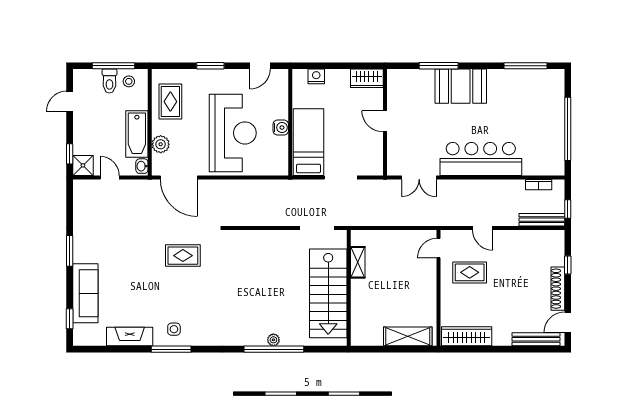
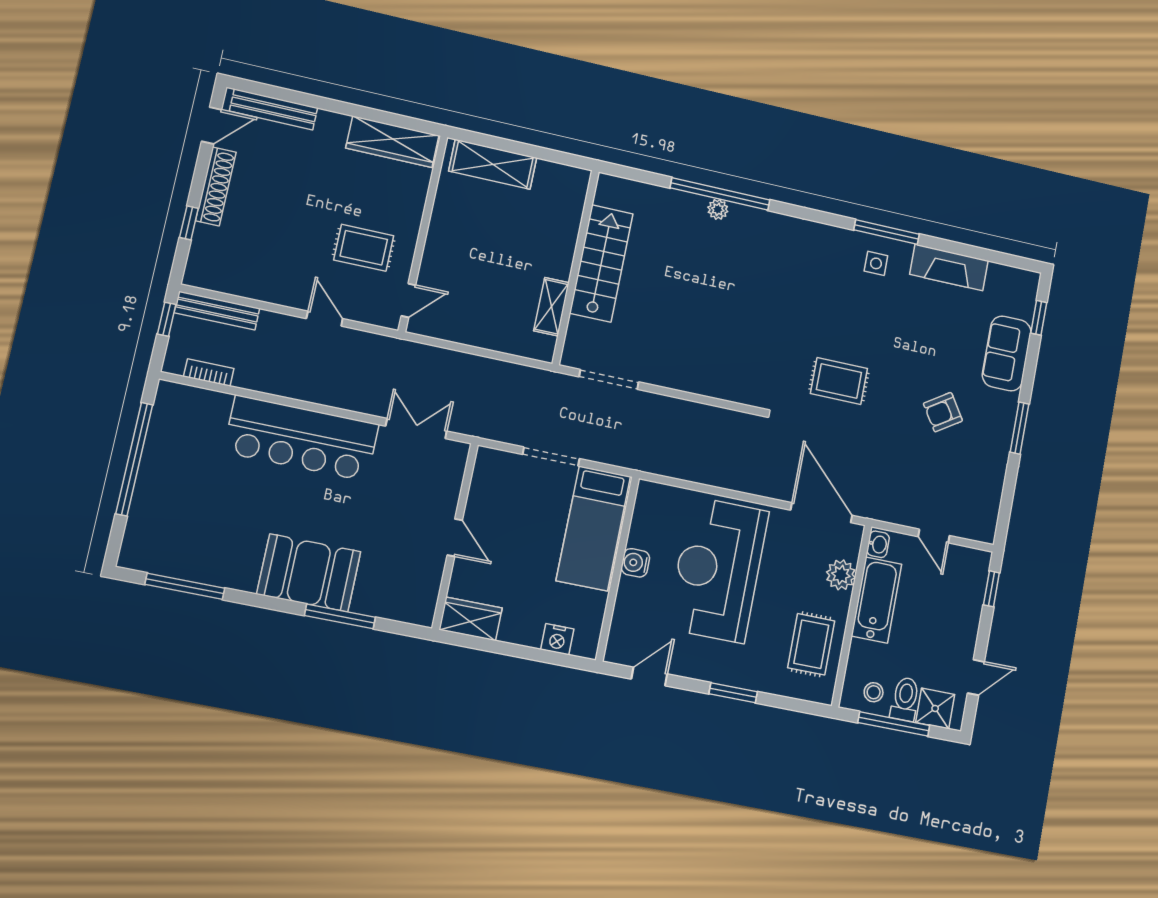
shower: (83, 165) -> (935, 708), moved
armchair: (118, 251) -> (943, 412), added
sofa: (85, 293) -> (1007, 353), width x0.73
stairs: (328, 293) -> (601, 263), width x0.73, depth x0.66

